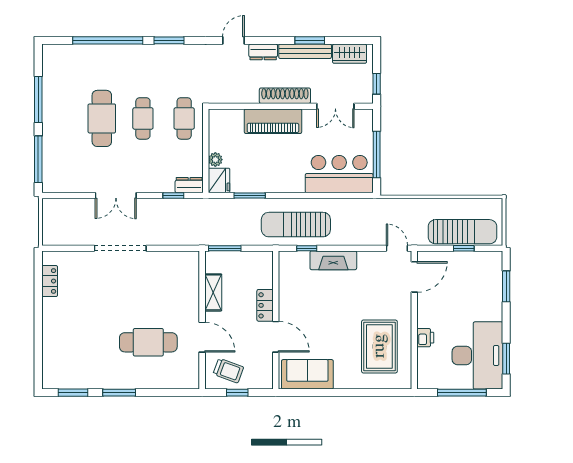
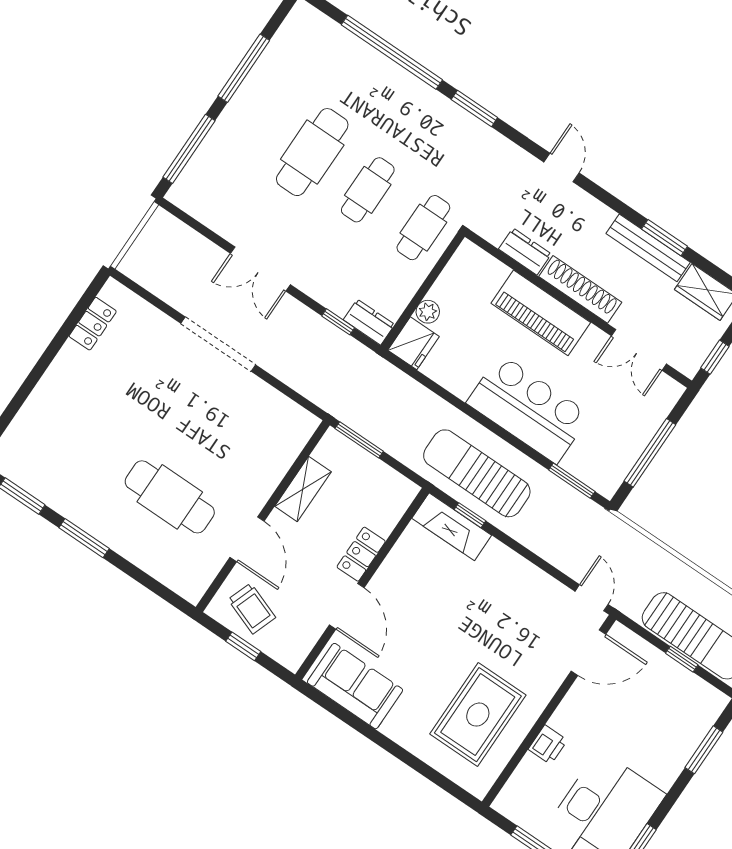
door: (233, 40) -> (561, 168), hinge flipped
dresser: (263, 52) -> (525, 251), moved, turned 180
bar counter: (339, 174) -> (528, 409), moved
window: (250, 196) -> (572, 481), moved
fireplace: (333, 260) -> (452, 527), moved

